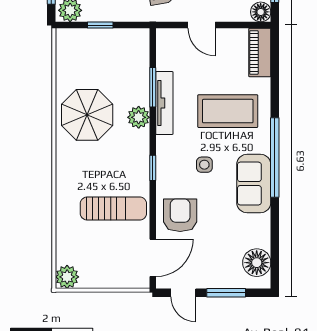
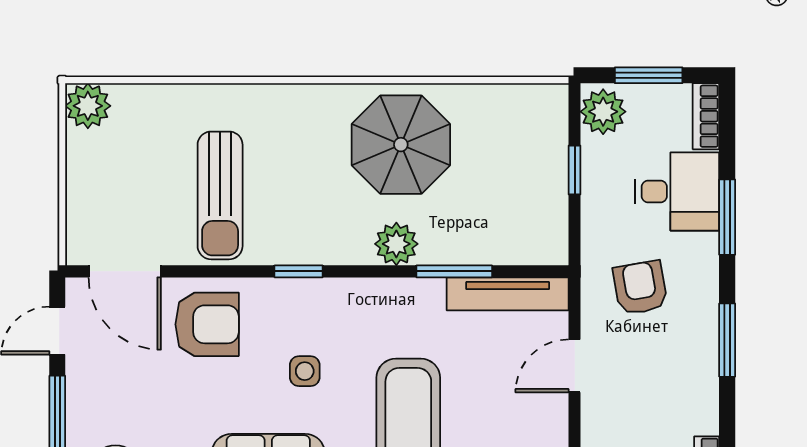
tv unit: (164, 103) -> (508, 294), moved

